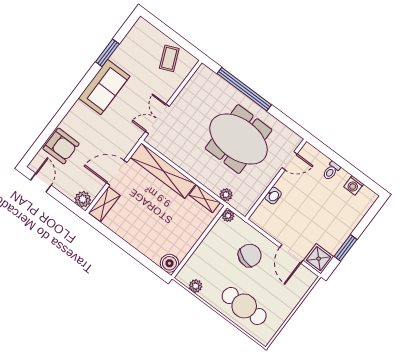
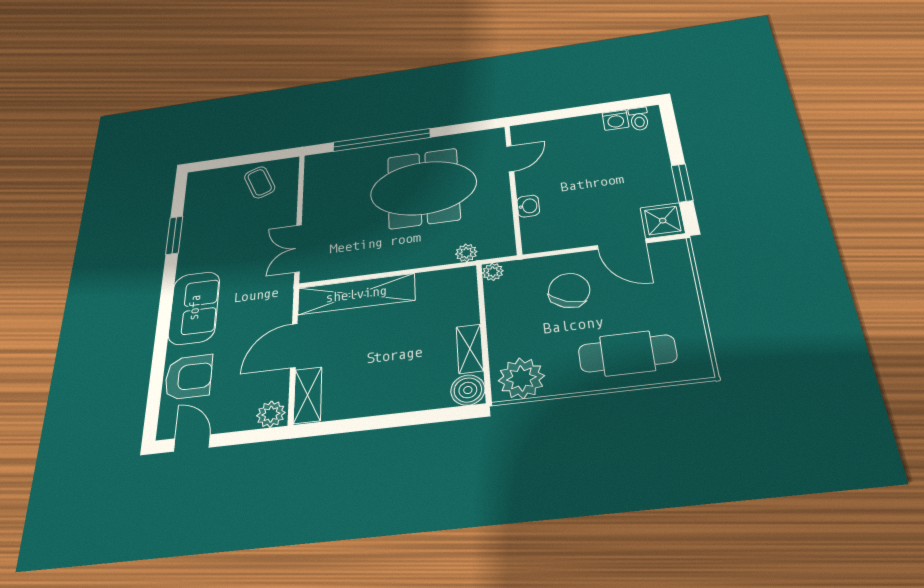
sofa: (104, 87) -> (194, 308), moved
toilet: (331, 171) -> (639, 119), moved
shelving: (205, 199) -> (470, 349), moved, turned 90
plant: (196, 286) -> (521, 378), width x1.87, depth x1.87

